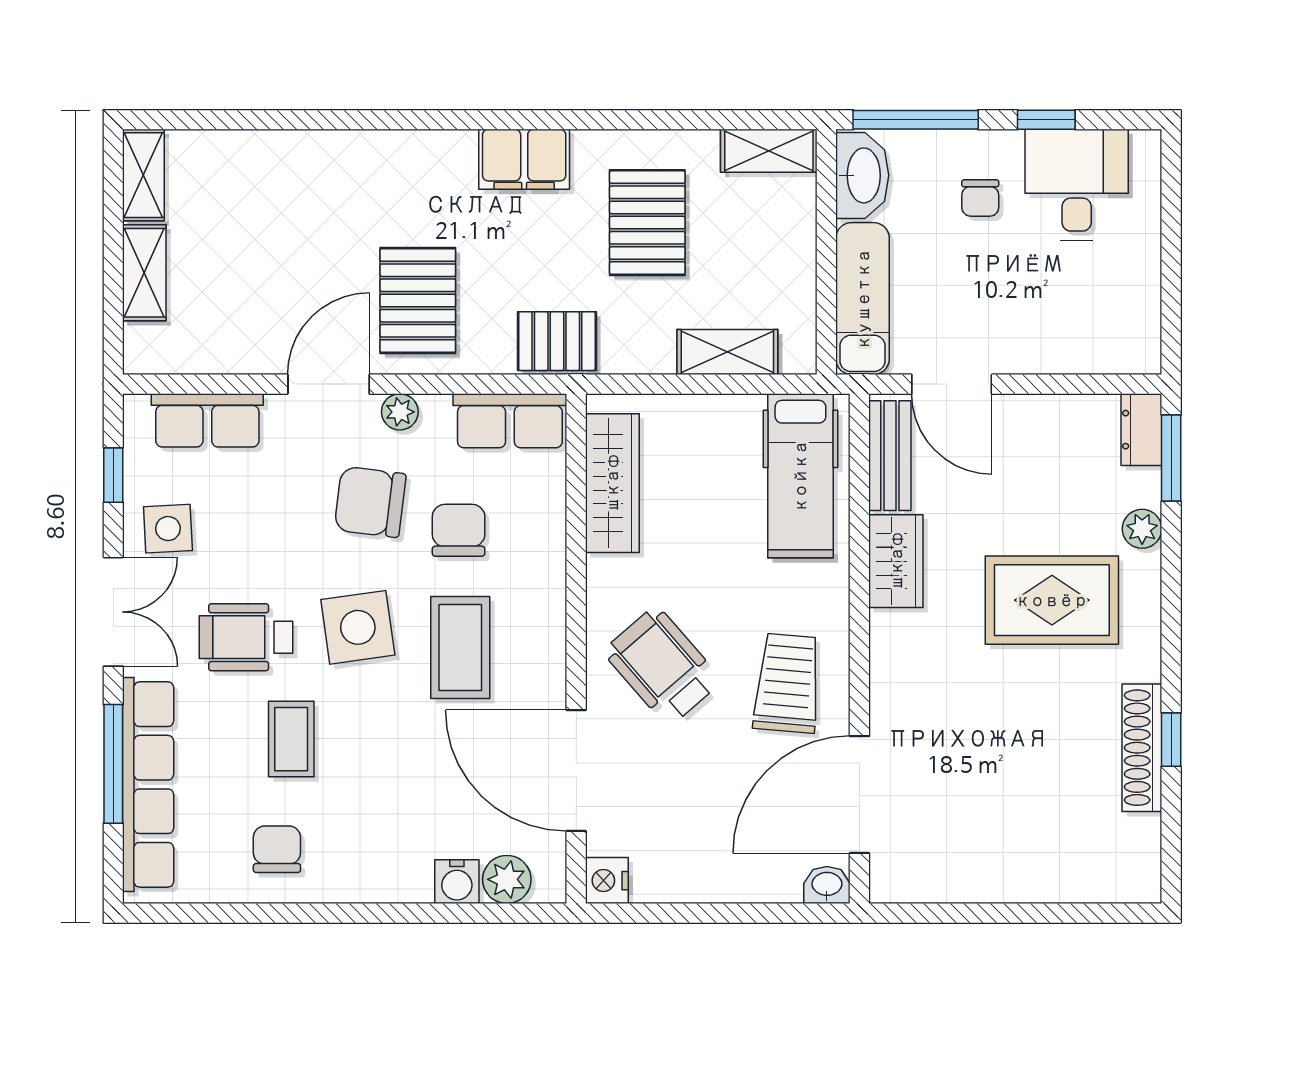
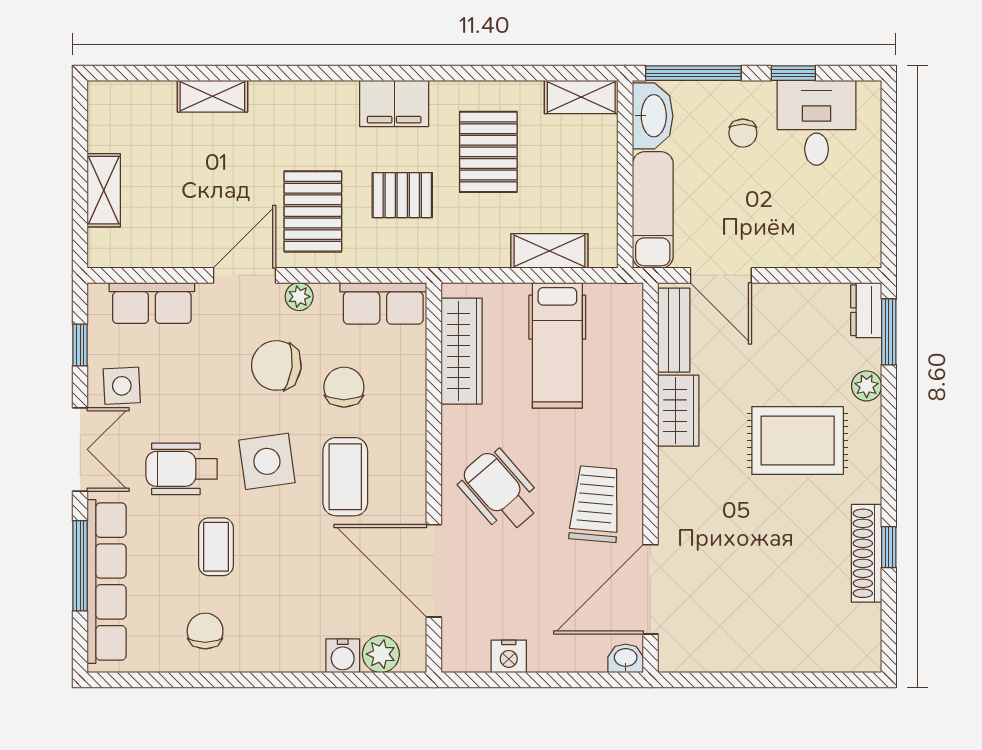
shelving: (143, 175) -> (212, 96), moved, turned 90
pallet: (557, 341) -> (402, 195), moved
hospital bed: (800, 476) -> (557, 345), moved
nightstand: (607, 881) -> (509, 656), moved, turned -90

